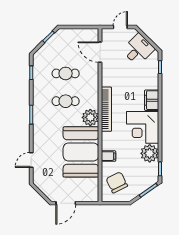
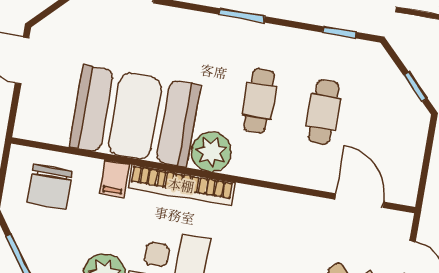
door: (100, 52) -> (359, 201), hinge flipped
bookcase: (106, 109) -> (181, 185), moved
chair: (117, 182) -> (50, 187), turned 116

